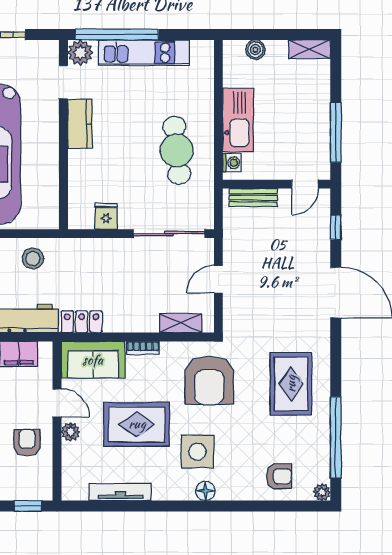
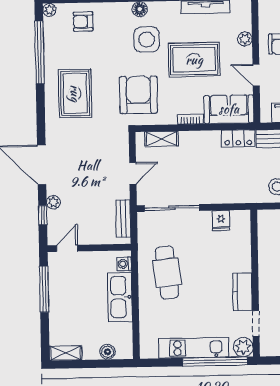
bench: (253, 198) -> (123, 218), moved, turned 90
plant: (322, 244) -> (53, 202), added
plant: (70, 432) -> (245, 39), moved

